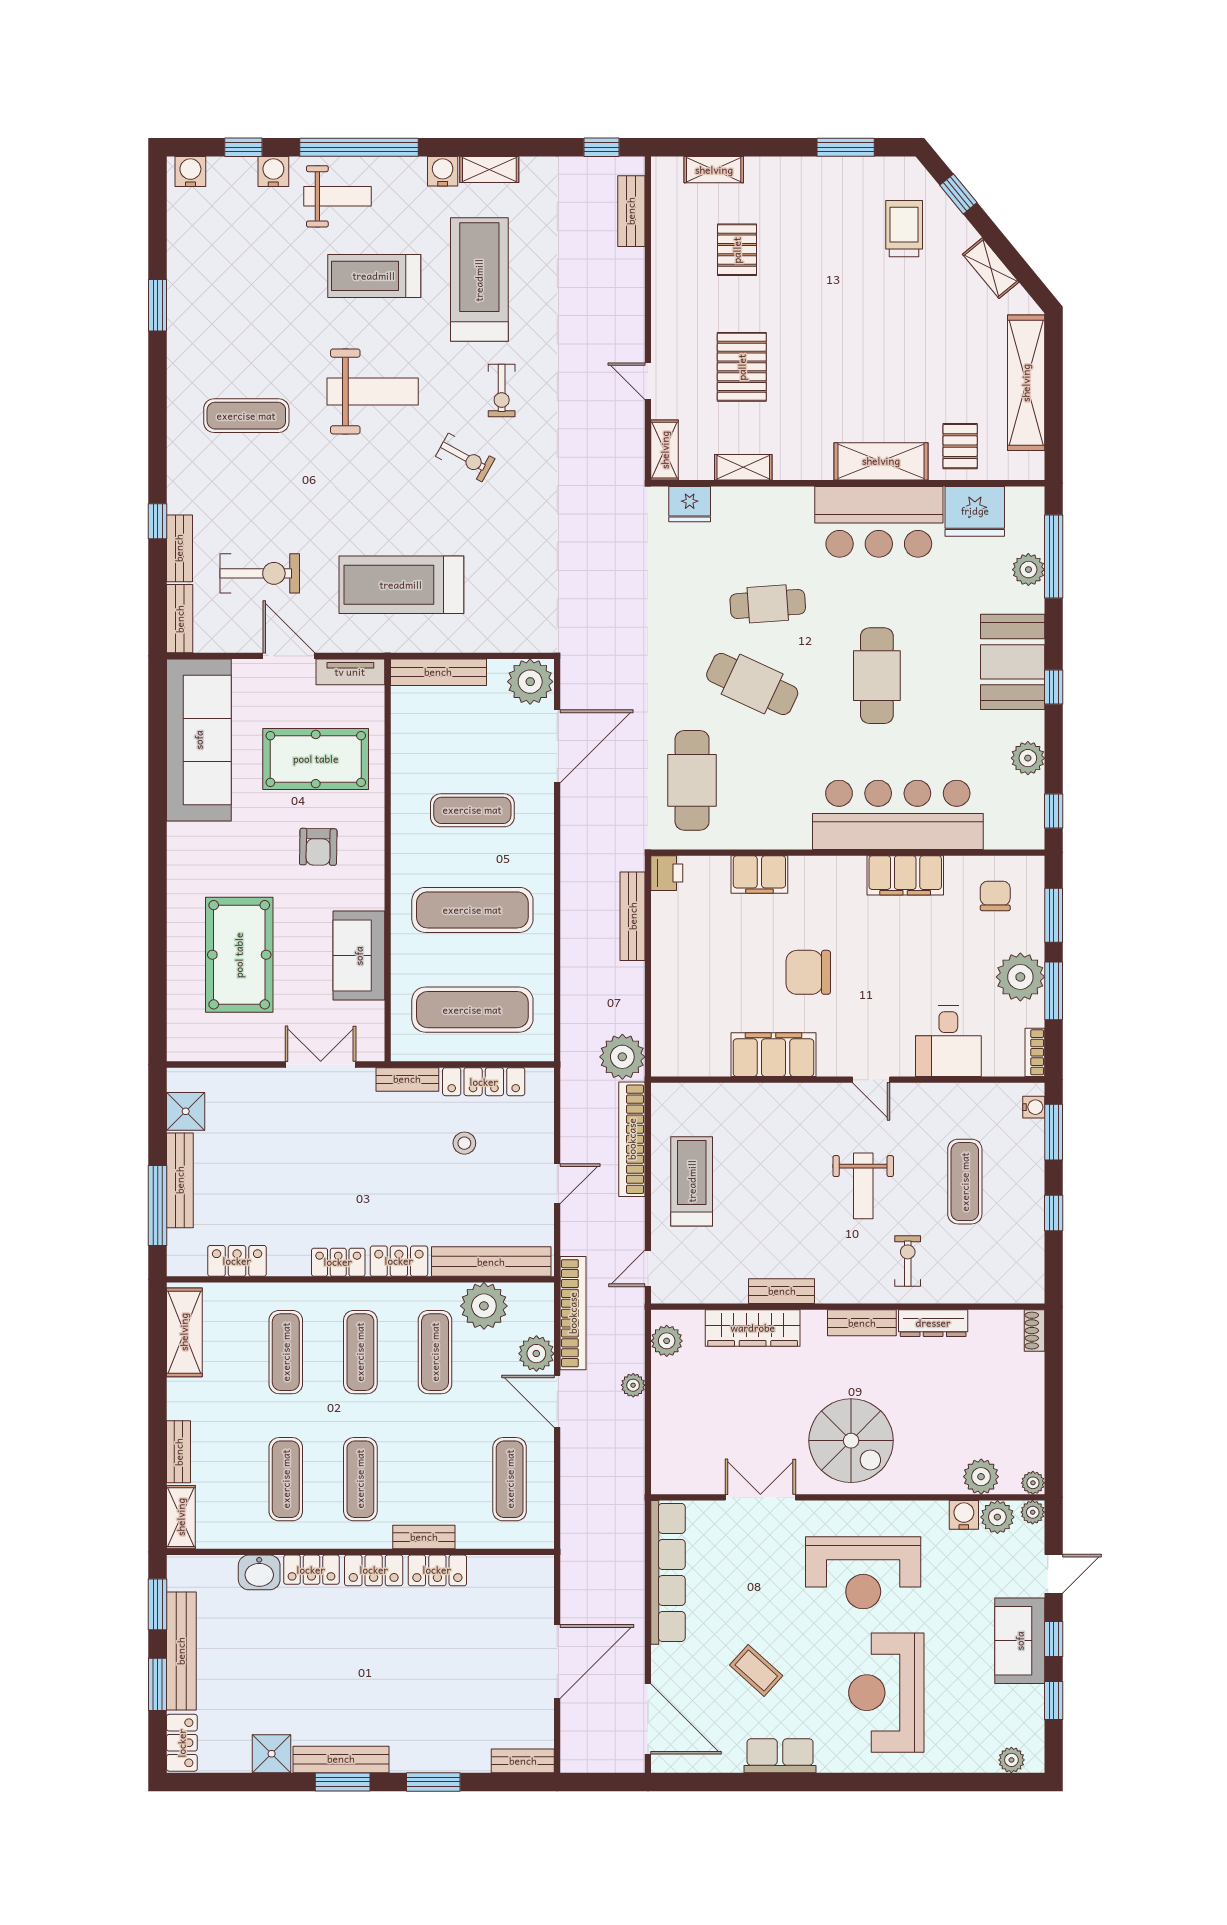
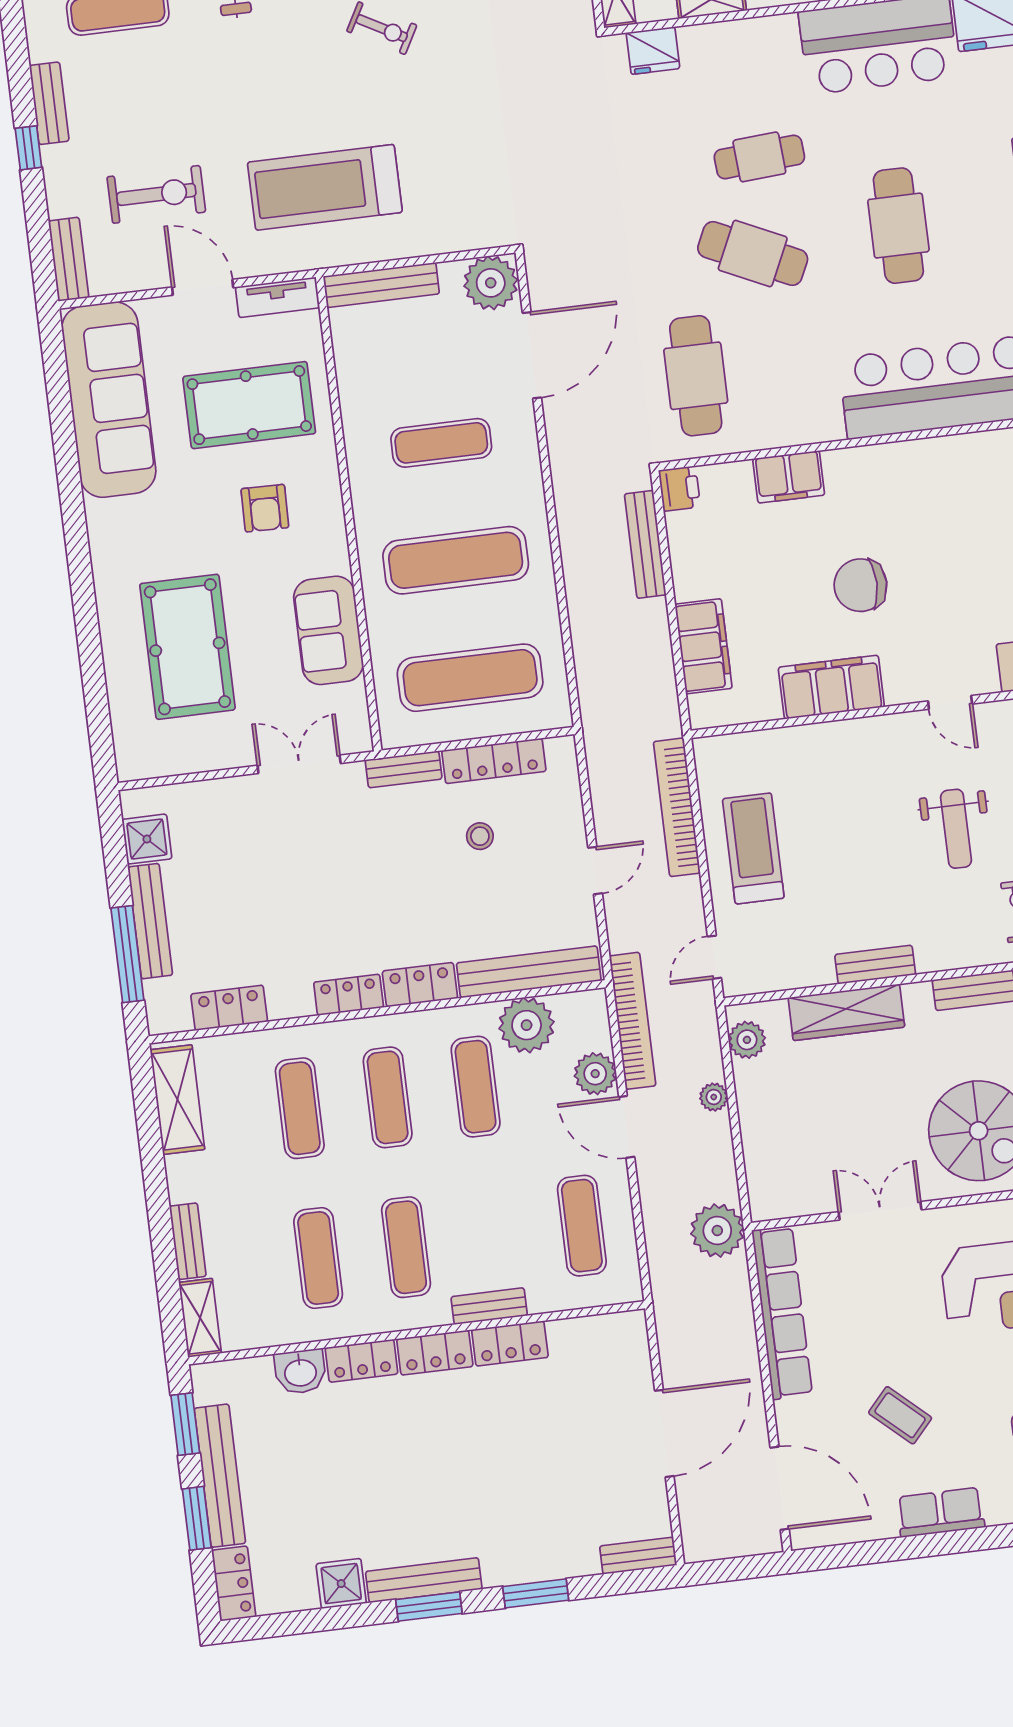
bench: (179, 548) -> (49, 103), moved
filing cabinet: (905, 875) -> (703, 646), moved, turned -90
plant: (622, 1057) -> (717, 1231), moved

